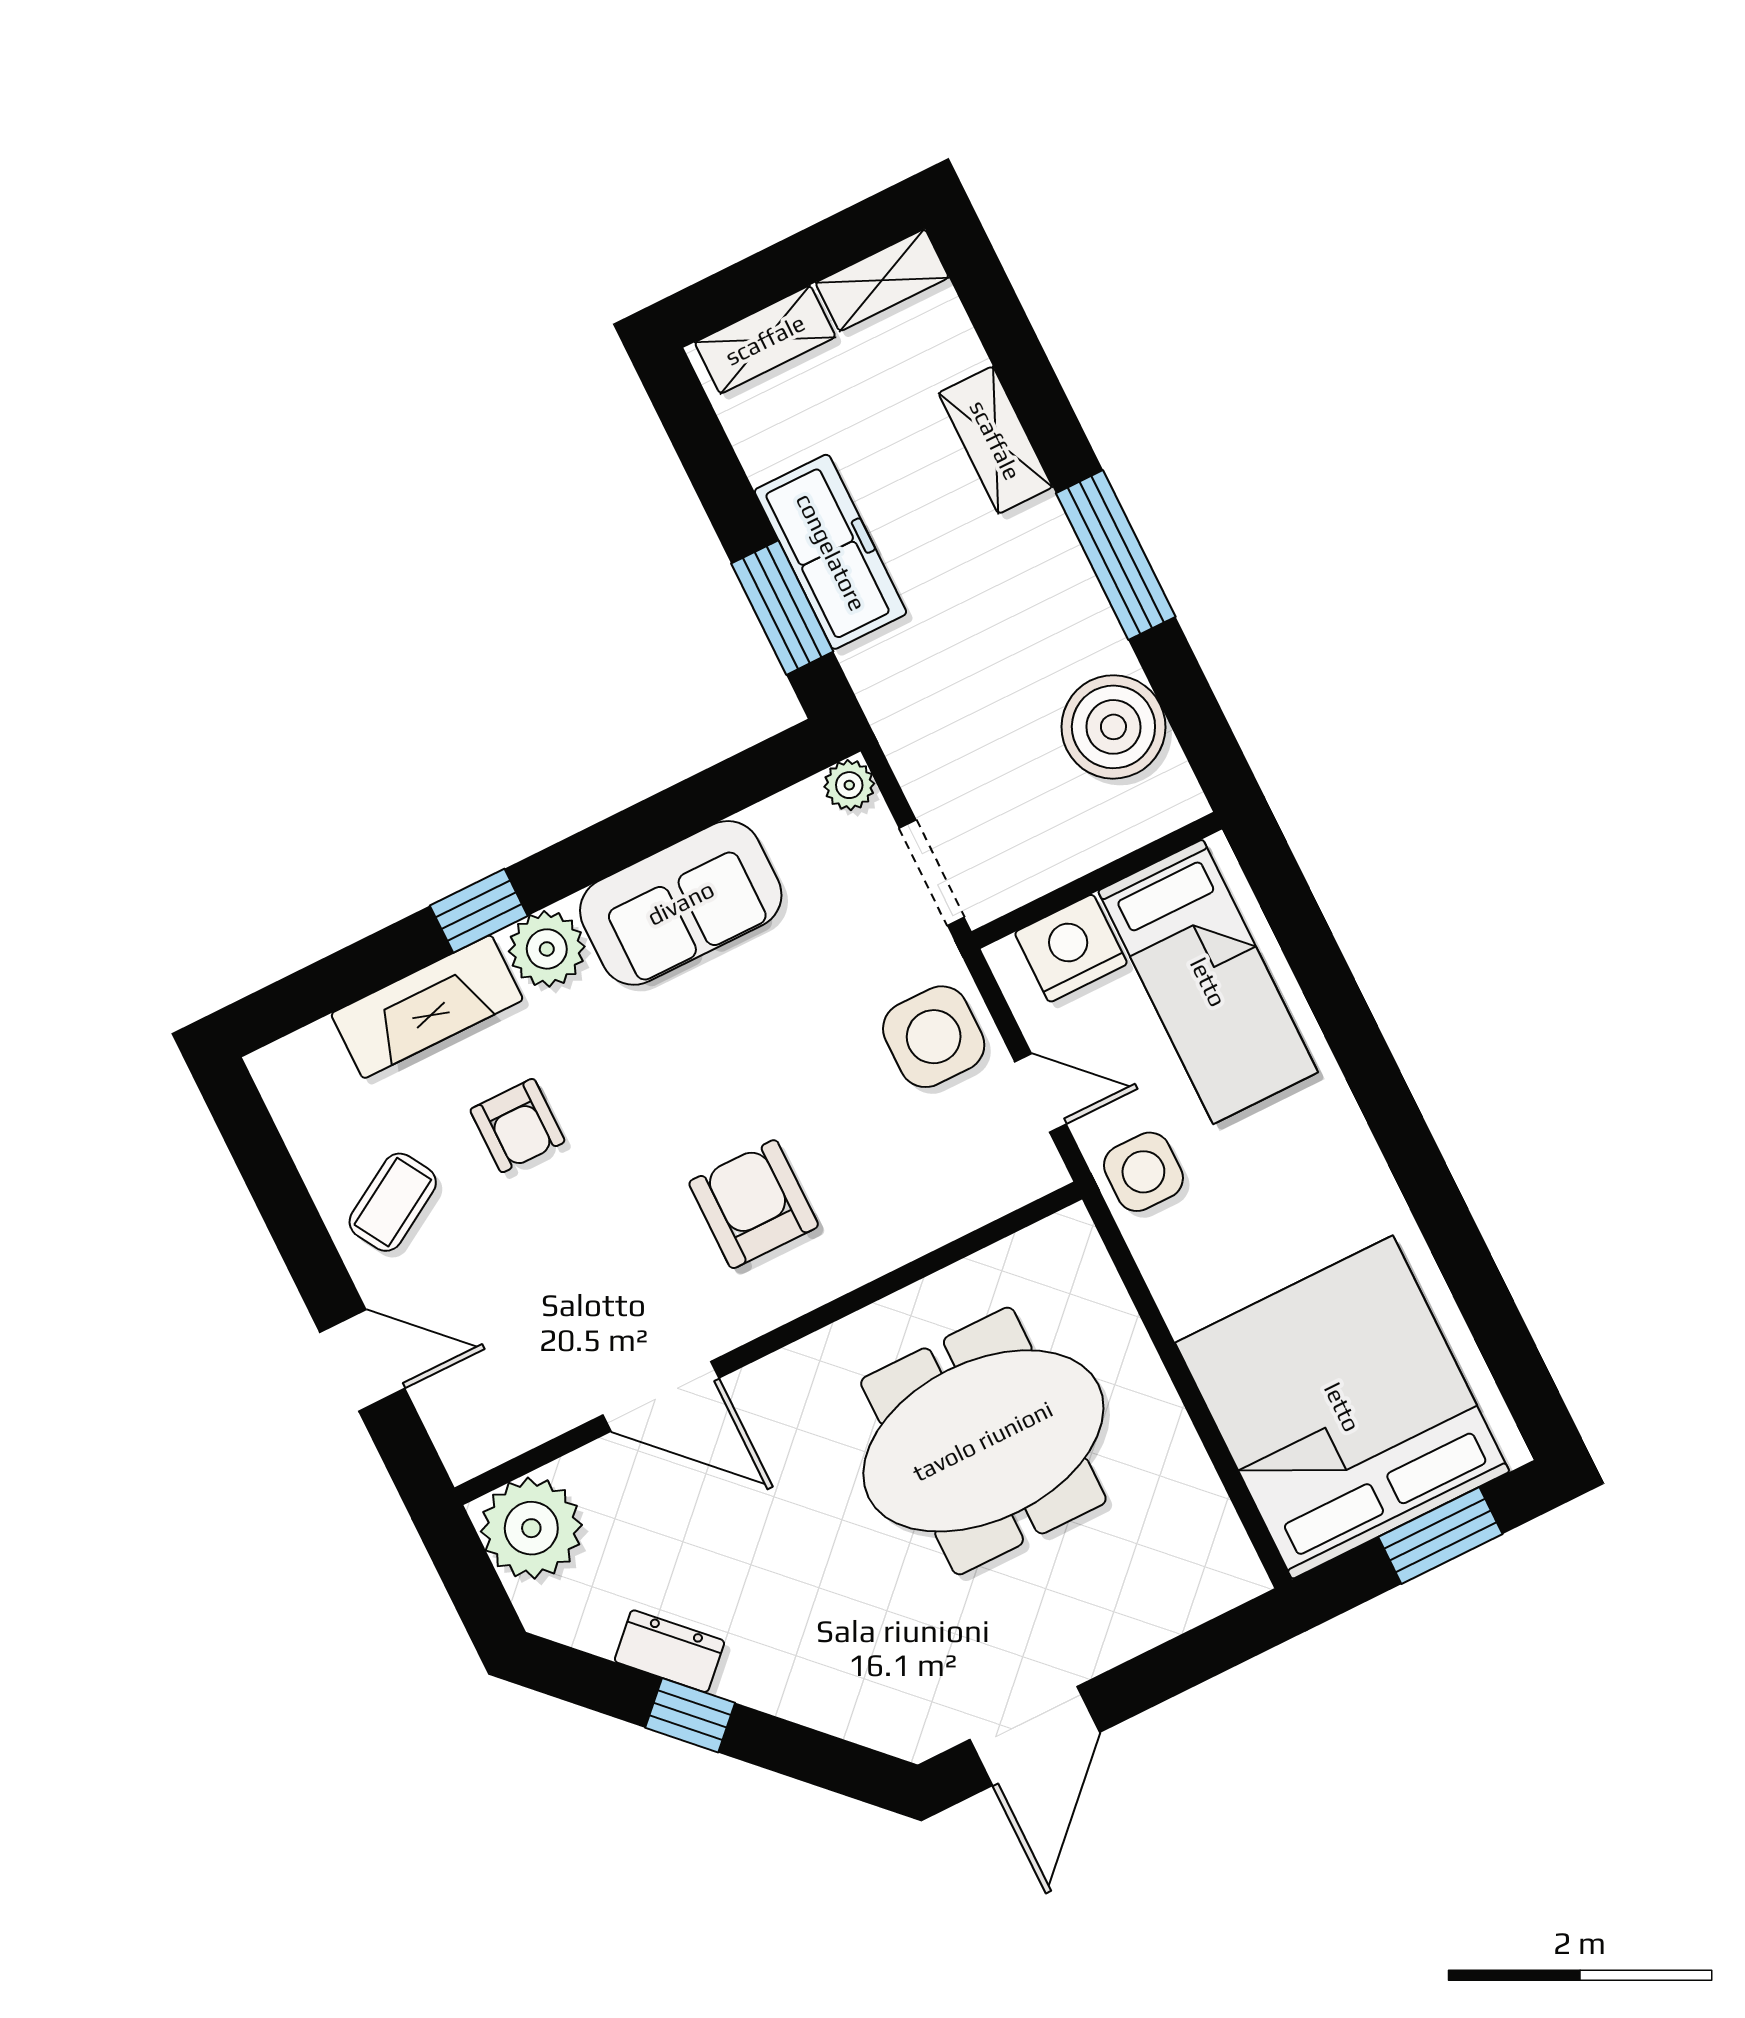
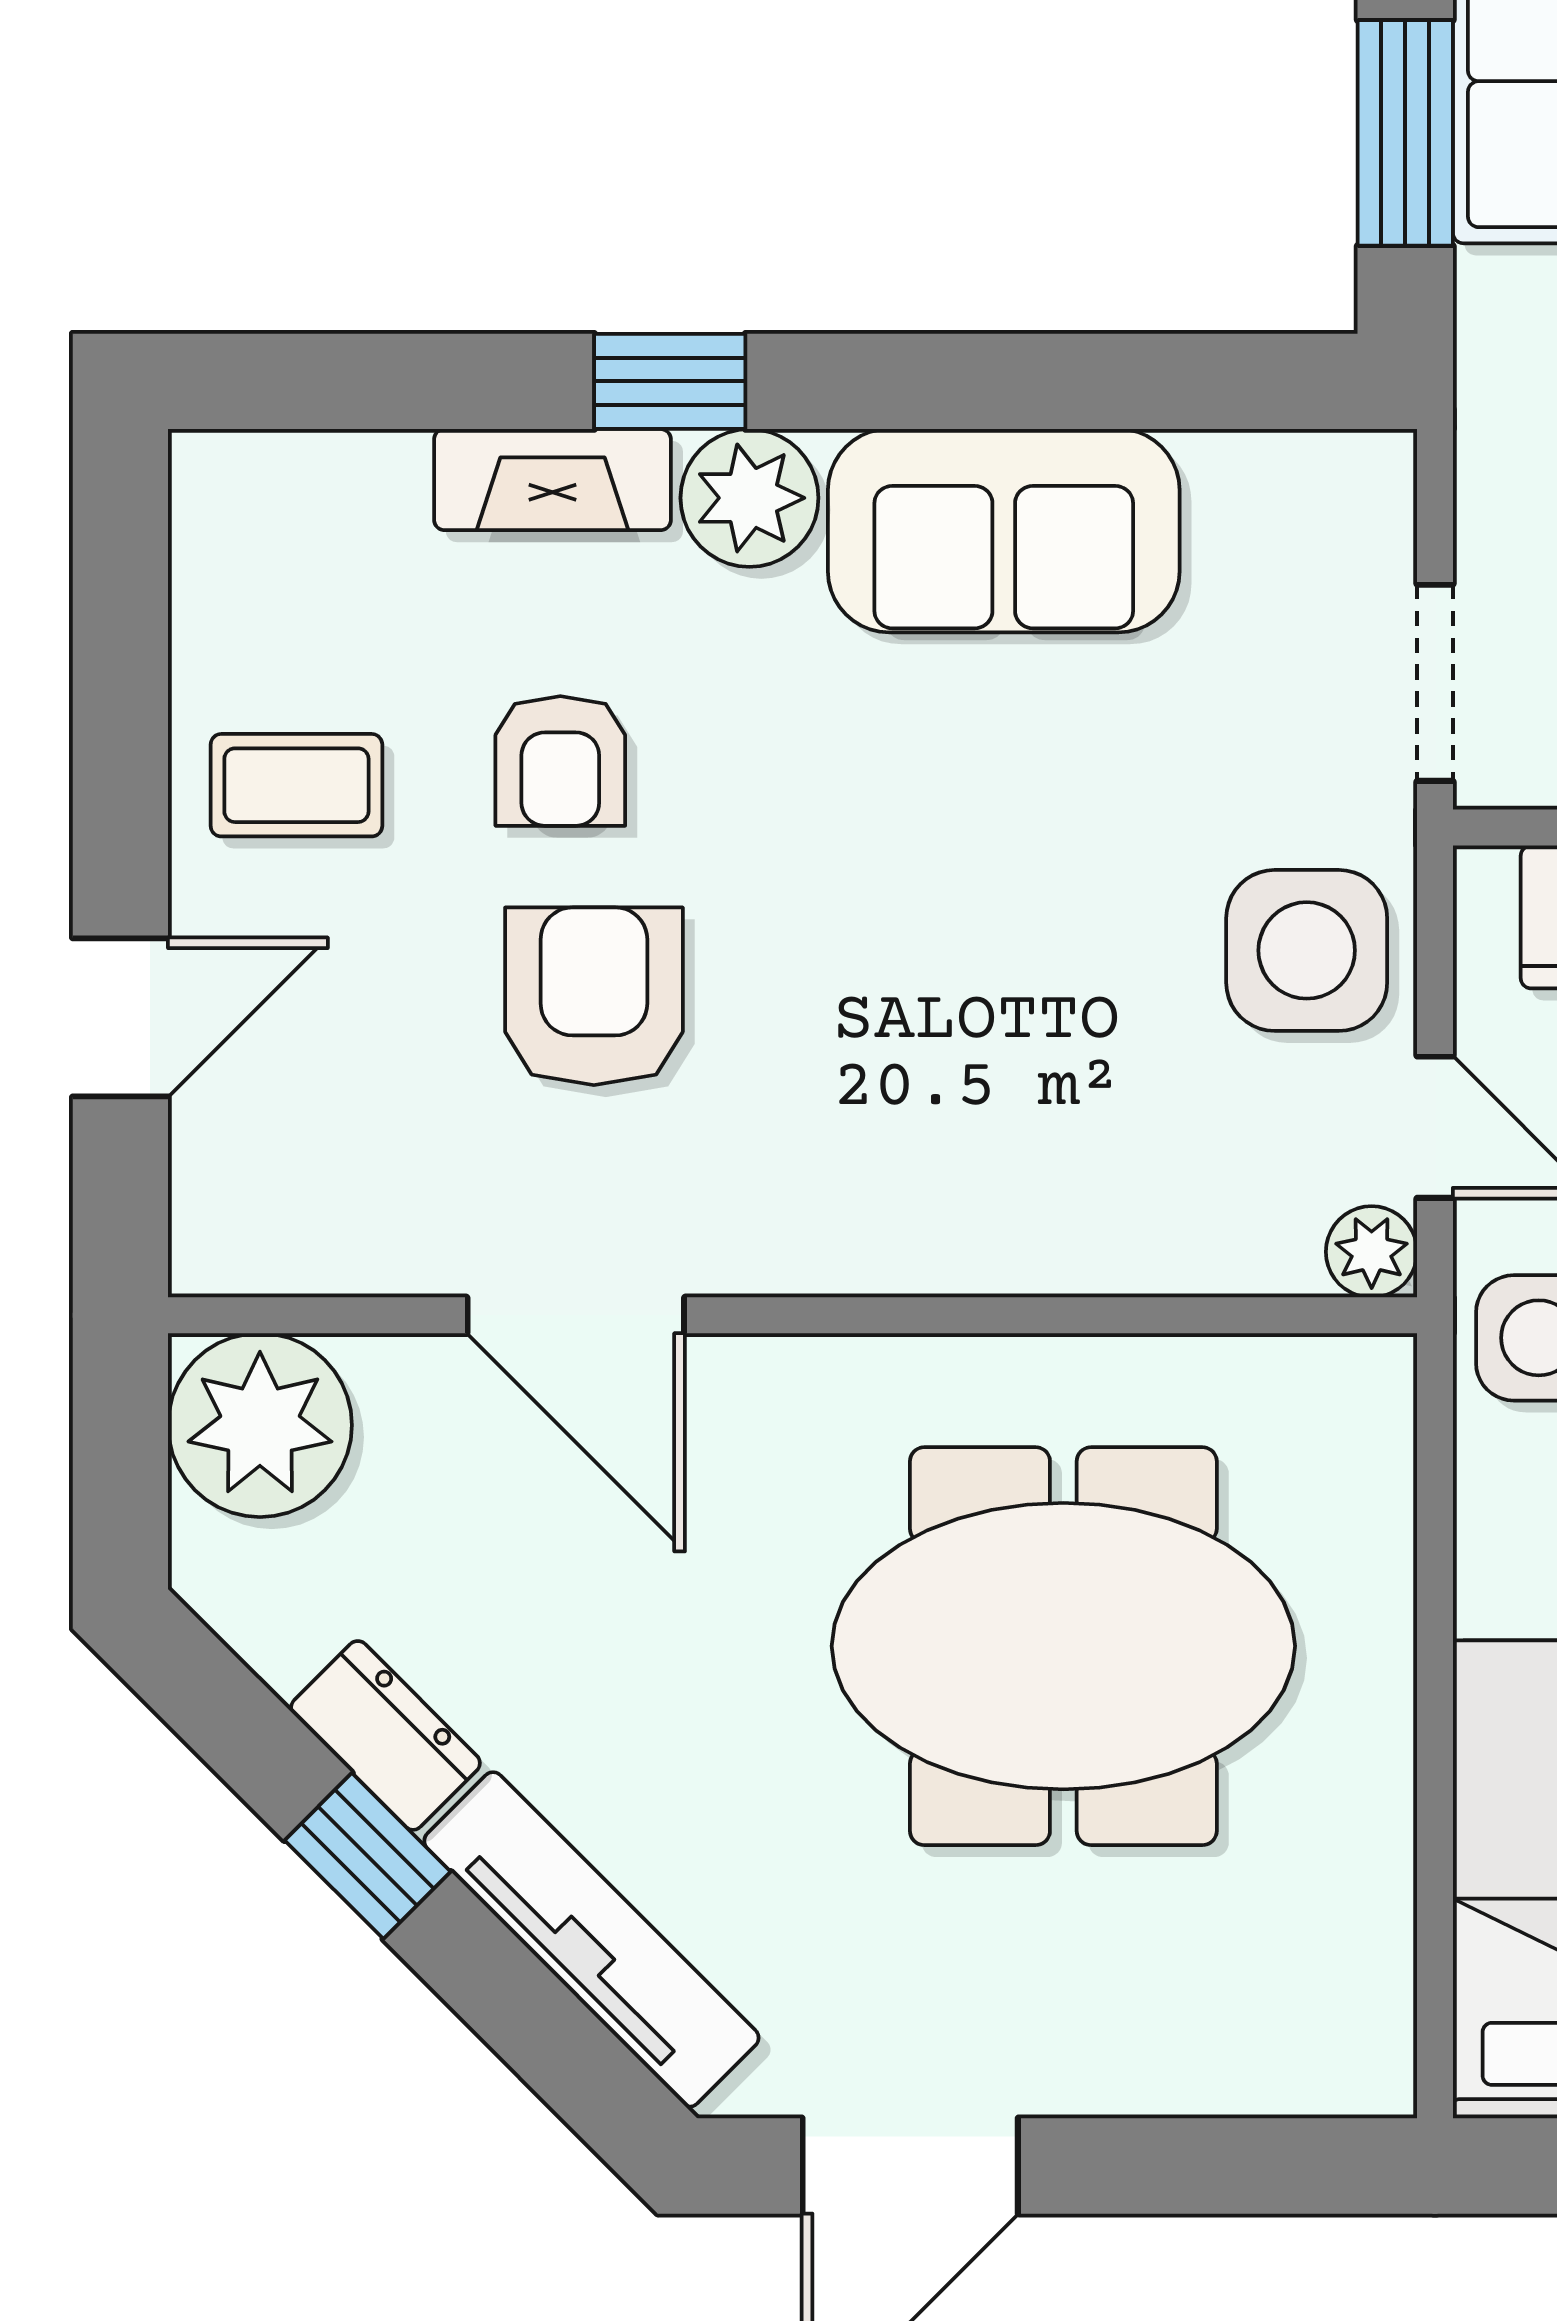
plant: (849, 785) -> (1372, 1252), moved
fireplace: (427, 1007) -> (553, 480), width x0.73, depth x0.76
coffee table: (393, 1202) -> (296, 785), turned 31
armchair: (754, 1204) -> (594, 996), moved
door: (362, 1360) -> (120, 1017), hinge flipped
tv unit: (821, 1702) -> (591, 1939), added

